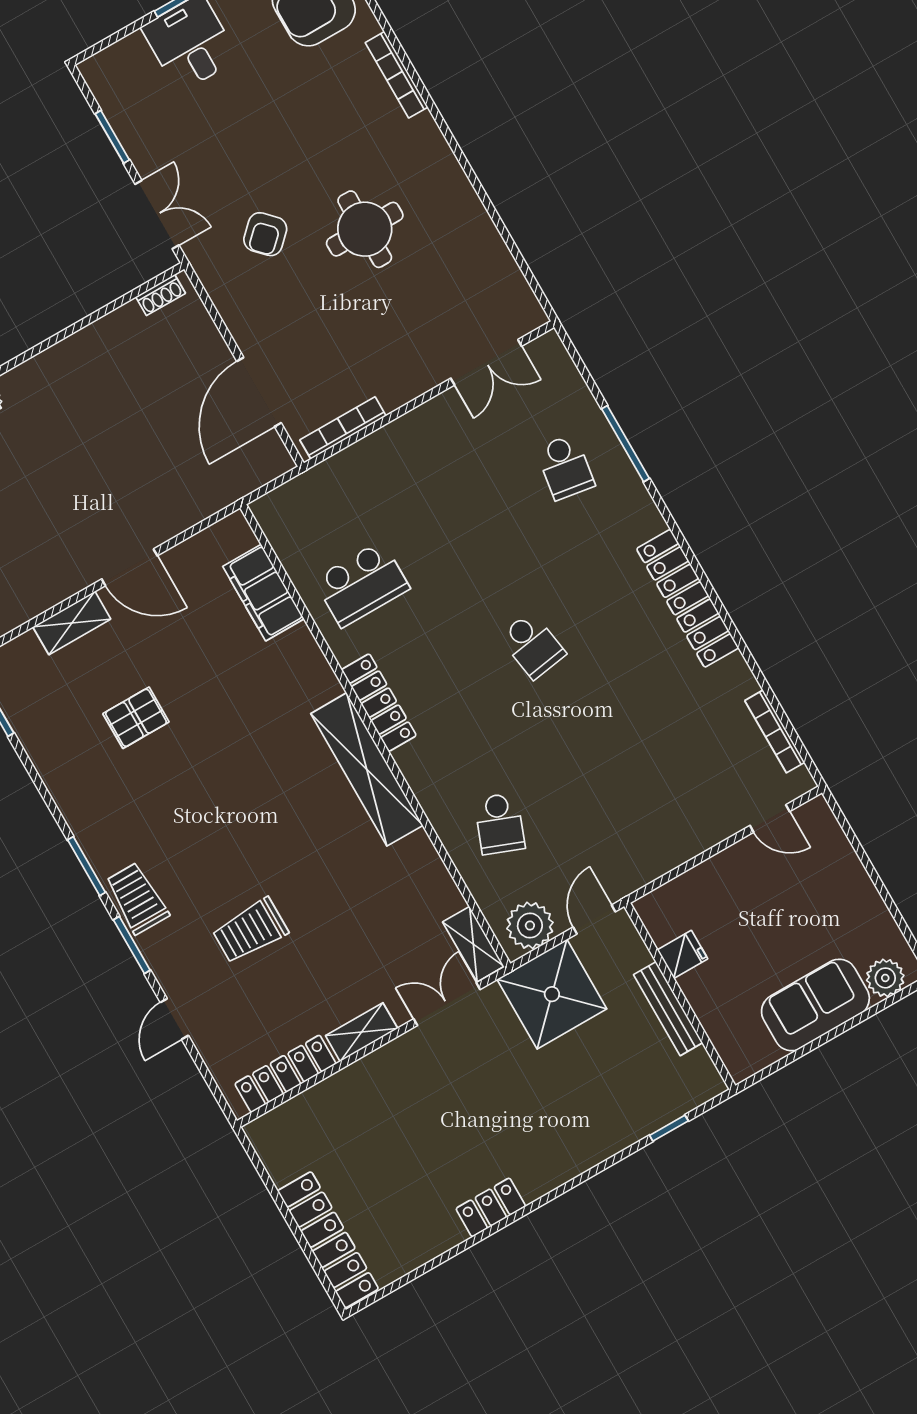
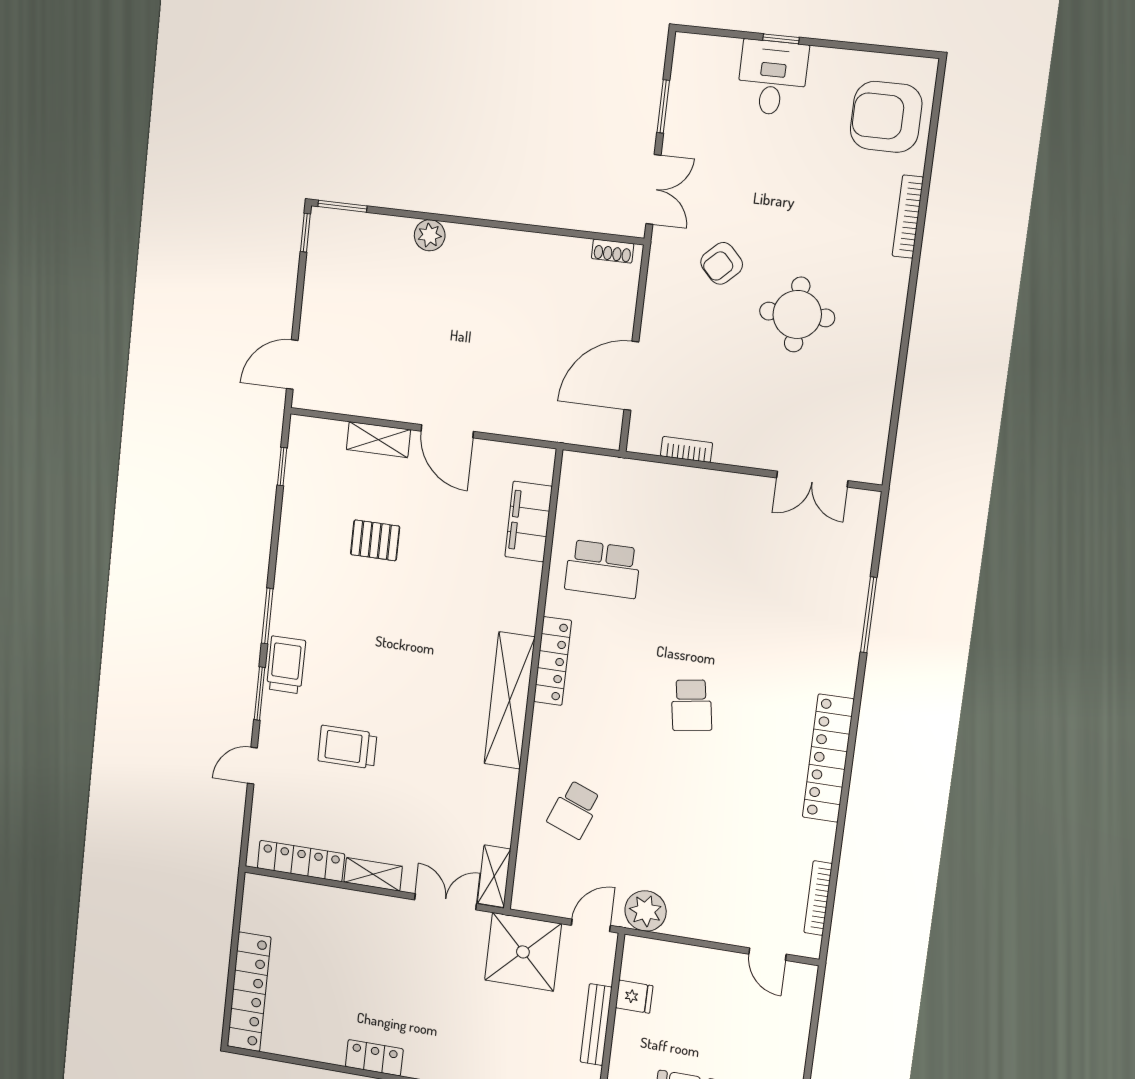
bookcase: (343, 428) -> (687, 449), width x0.64
school desk: (565, 467) -> (812, 598), removed
plant: (530, 925) -> (646, 911), moved

